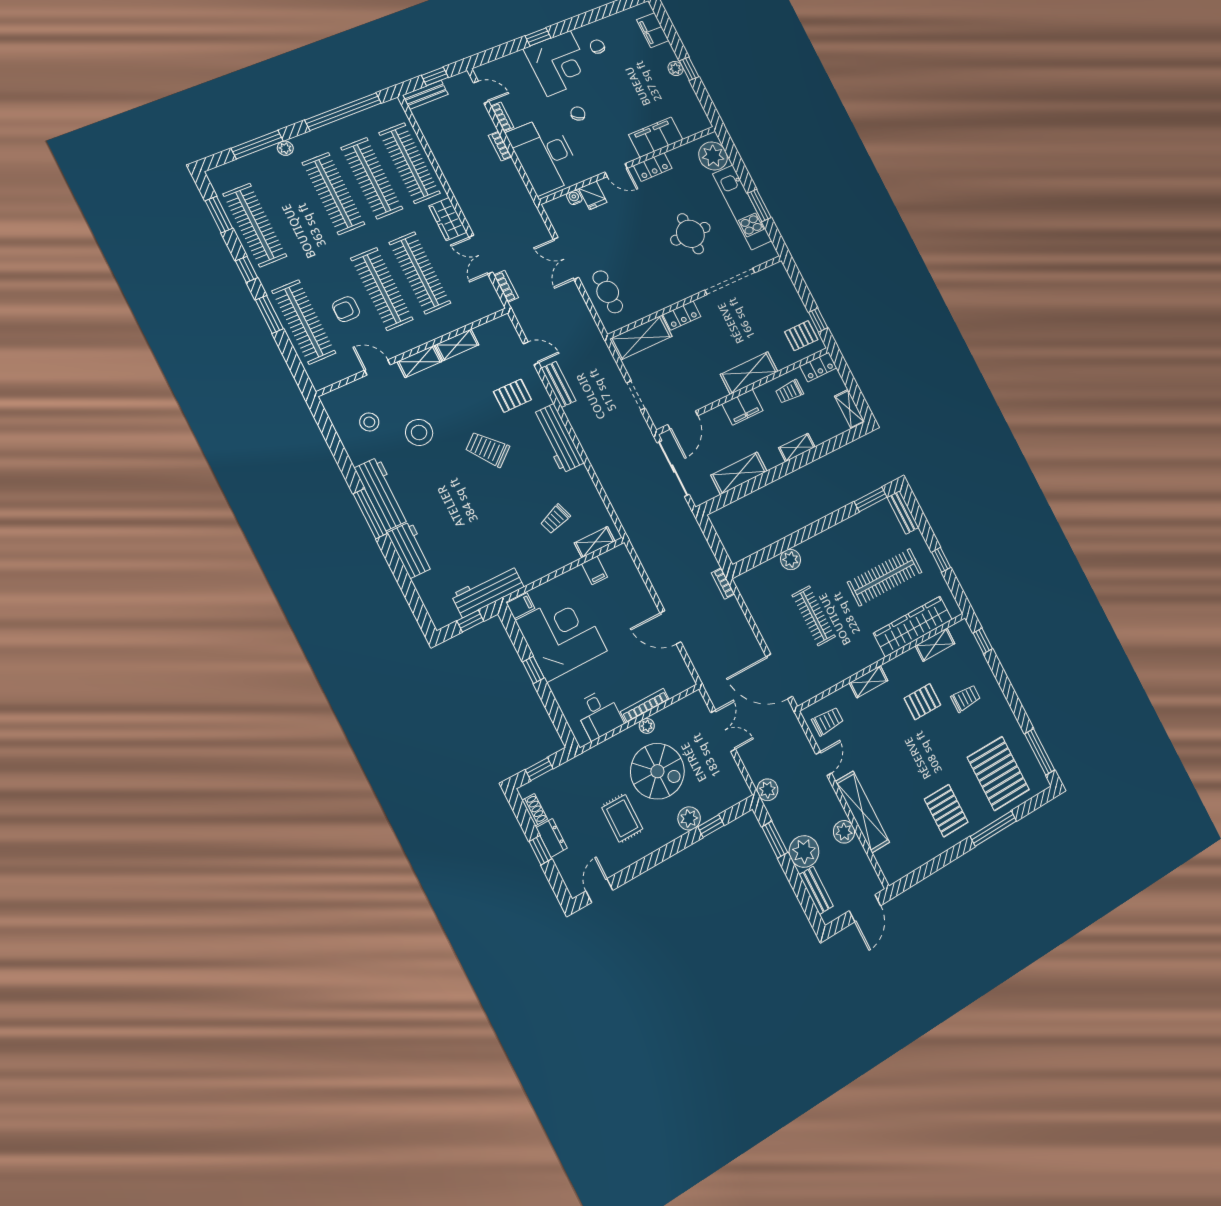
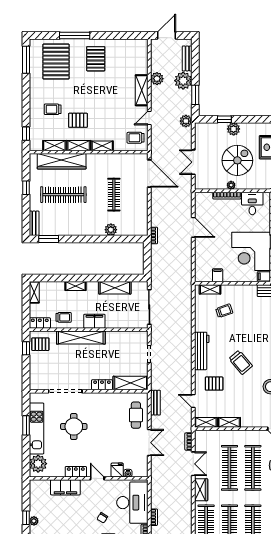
shelving: (419, 362) -> (206, 422), moved
shelving: (749, 373) -> (81, 338), width x1.47
bench: (559, 384) -> (155, 403), moved
door: (683, 420) -> (131, 330), removed
shelving: (902, 664) -> (79, 146), added
spiral stairs: (657, 771) -> (237, 160), turned 90
shelving: (862, 812) -> (142, 90), width x0.68

